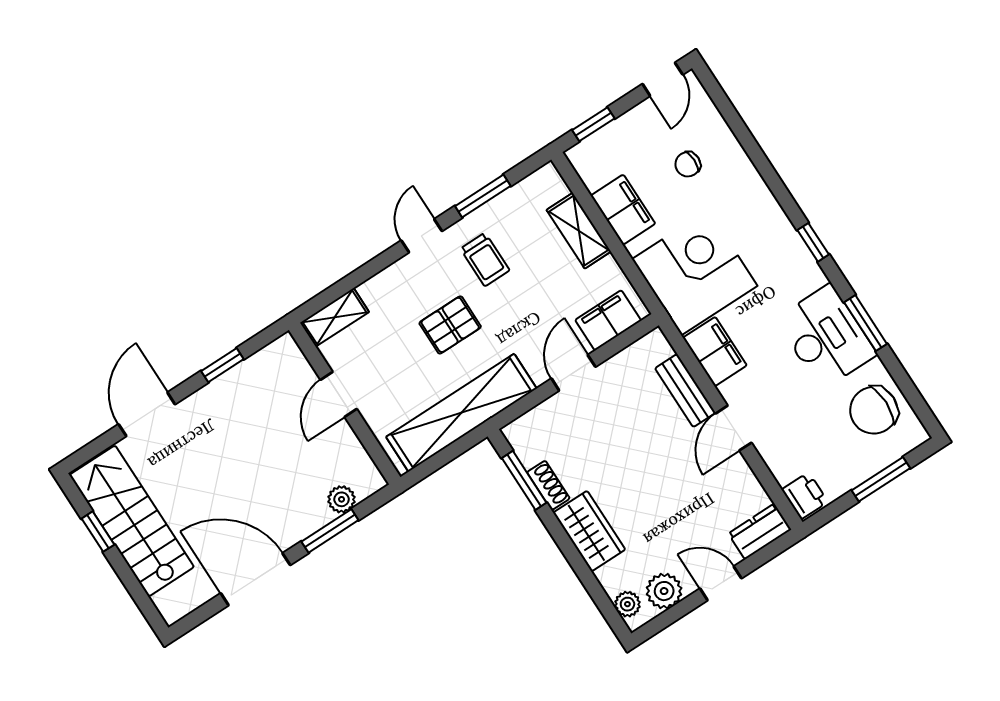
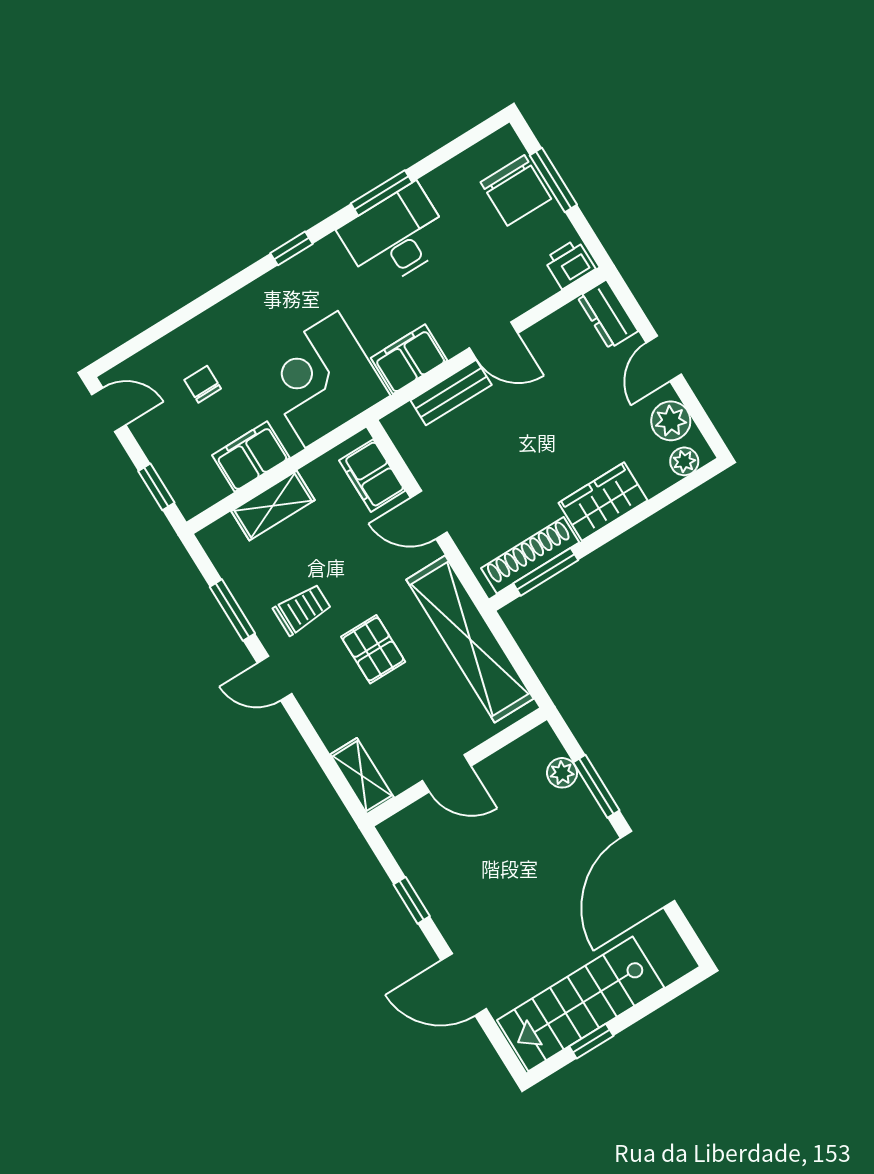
chair: (688, 164) -> (203, 384), turned 180
chair: (874, 410) -> (516, 190), moved
shoe rack: (548, 485) -> (530, 555), width x1.94, depth x1.24

